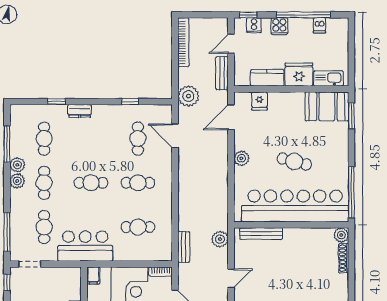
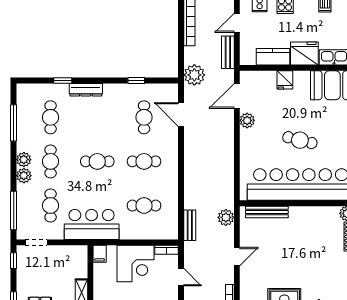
fridge: (259, 101) -> (285, 80), moved
dresser: (80, 111) -> (86, 90), width x1.44
plant: (241, 158) -> (247, 120), moved
plant: (17, 165) -> (24, 176), moved

